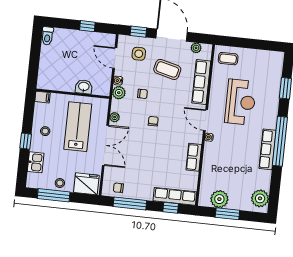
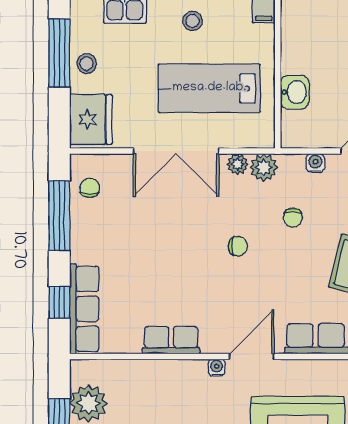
plant: (119, 93) -> (264, 167), moved
lab bench: (78, 127) -> (209, 88), turned 180

